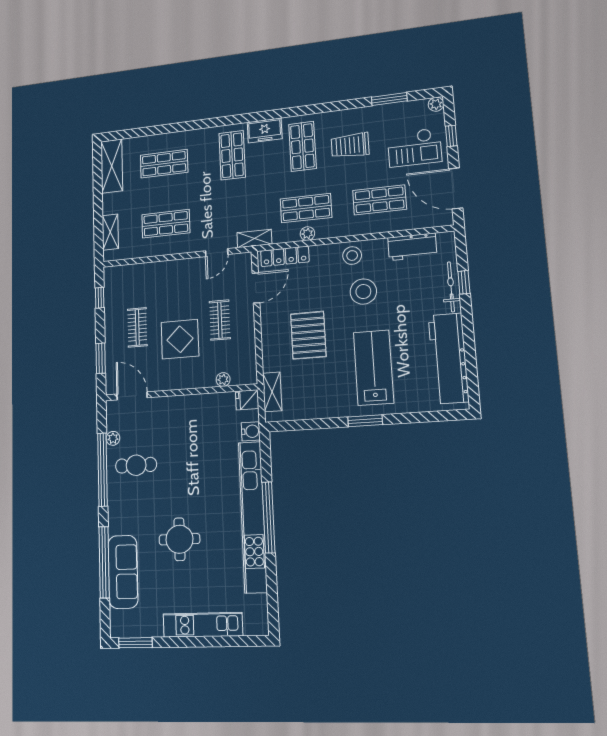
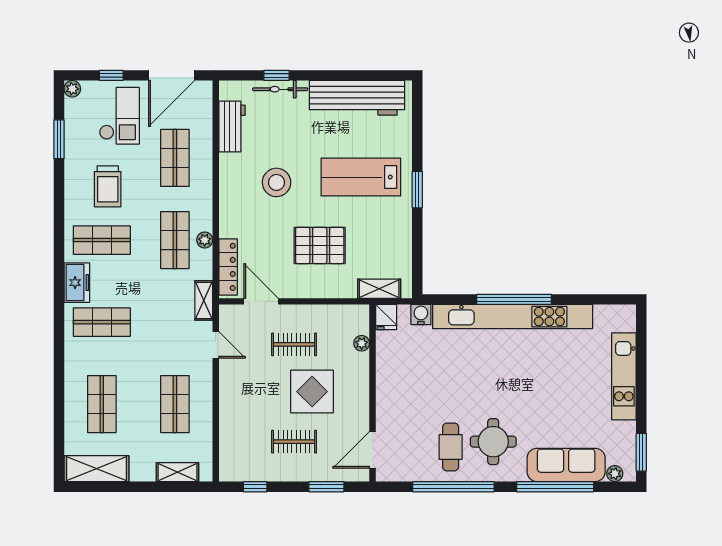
stool: (352, 256) -> (235, 192), removed
plant: (113, 438) -> (615, 474), moved
round table: (179, 539) -> (493, 442), moved

